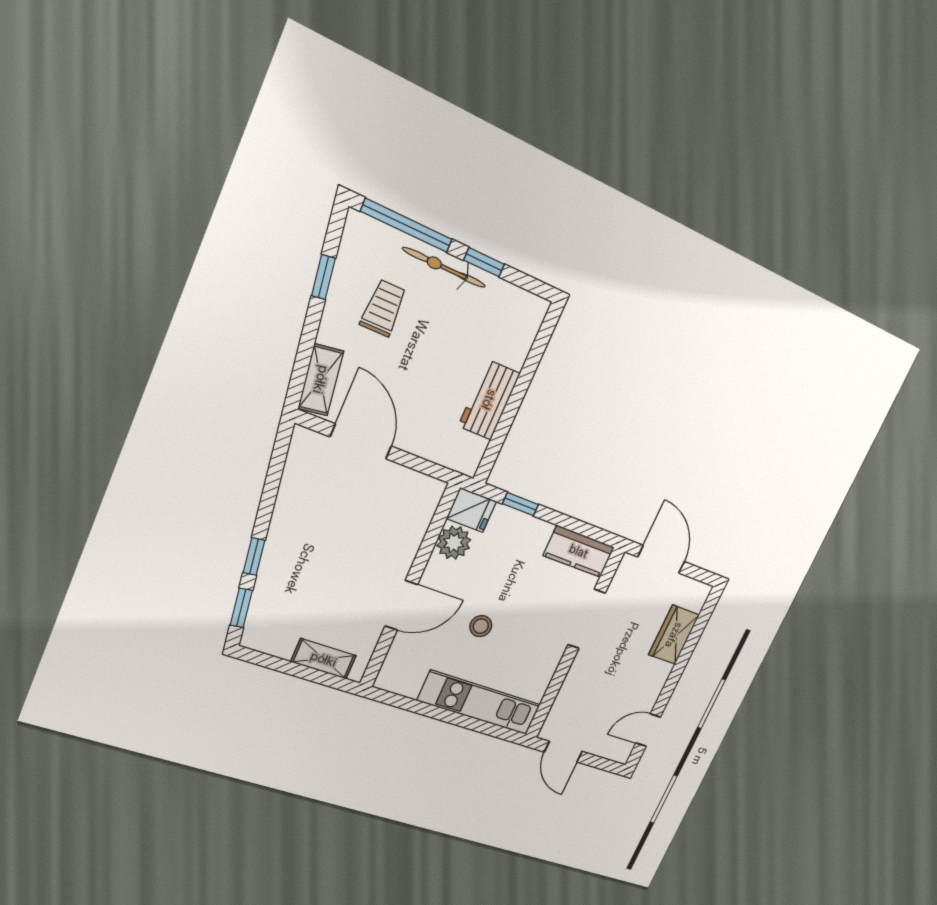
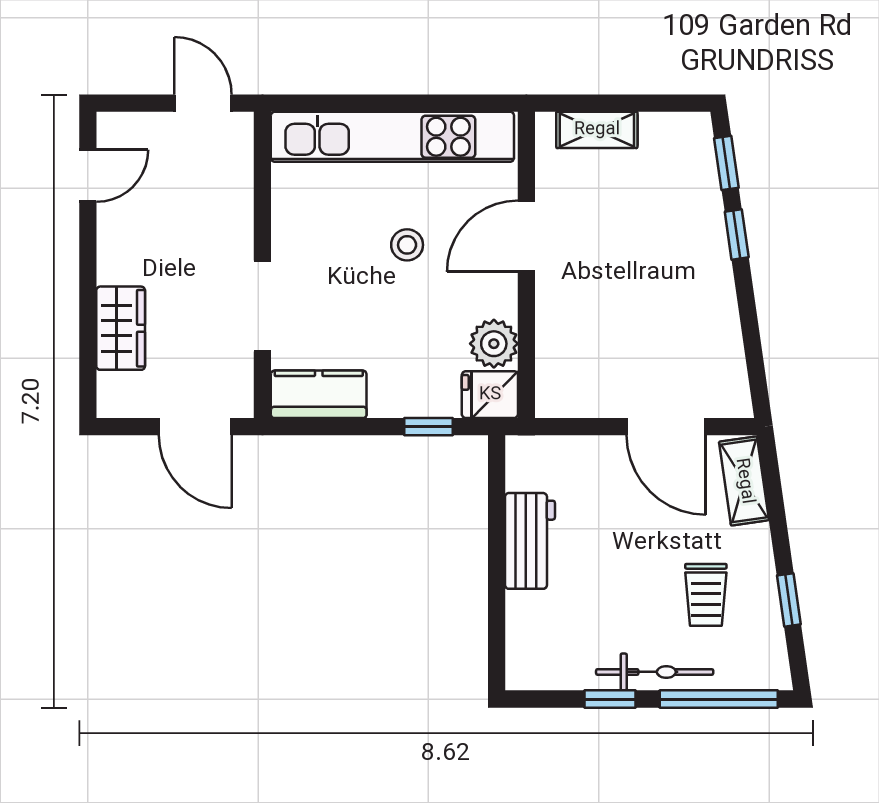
kitchen unit: (479, 703) -> (392, 137), width x1.36

